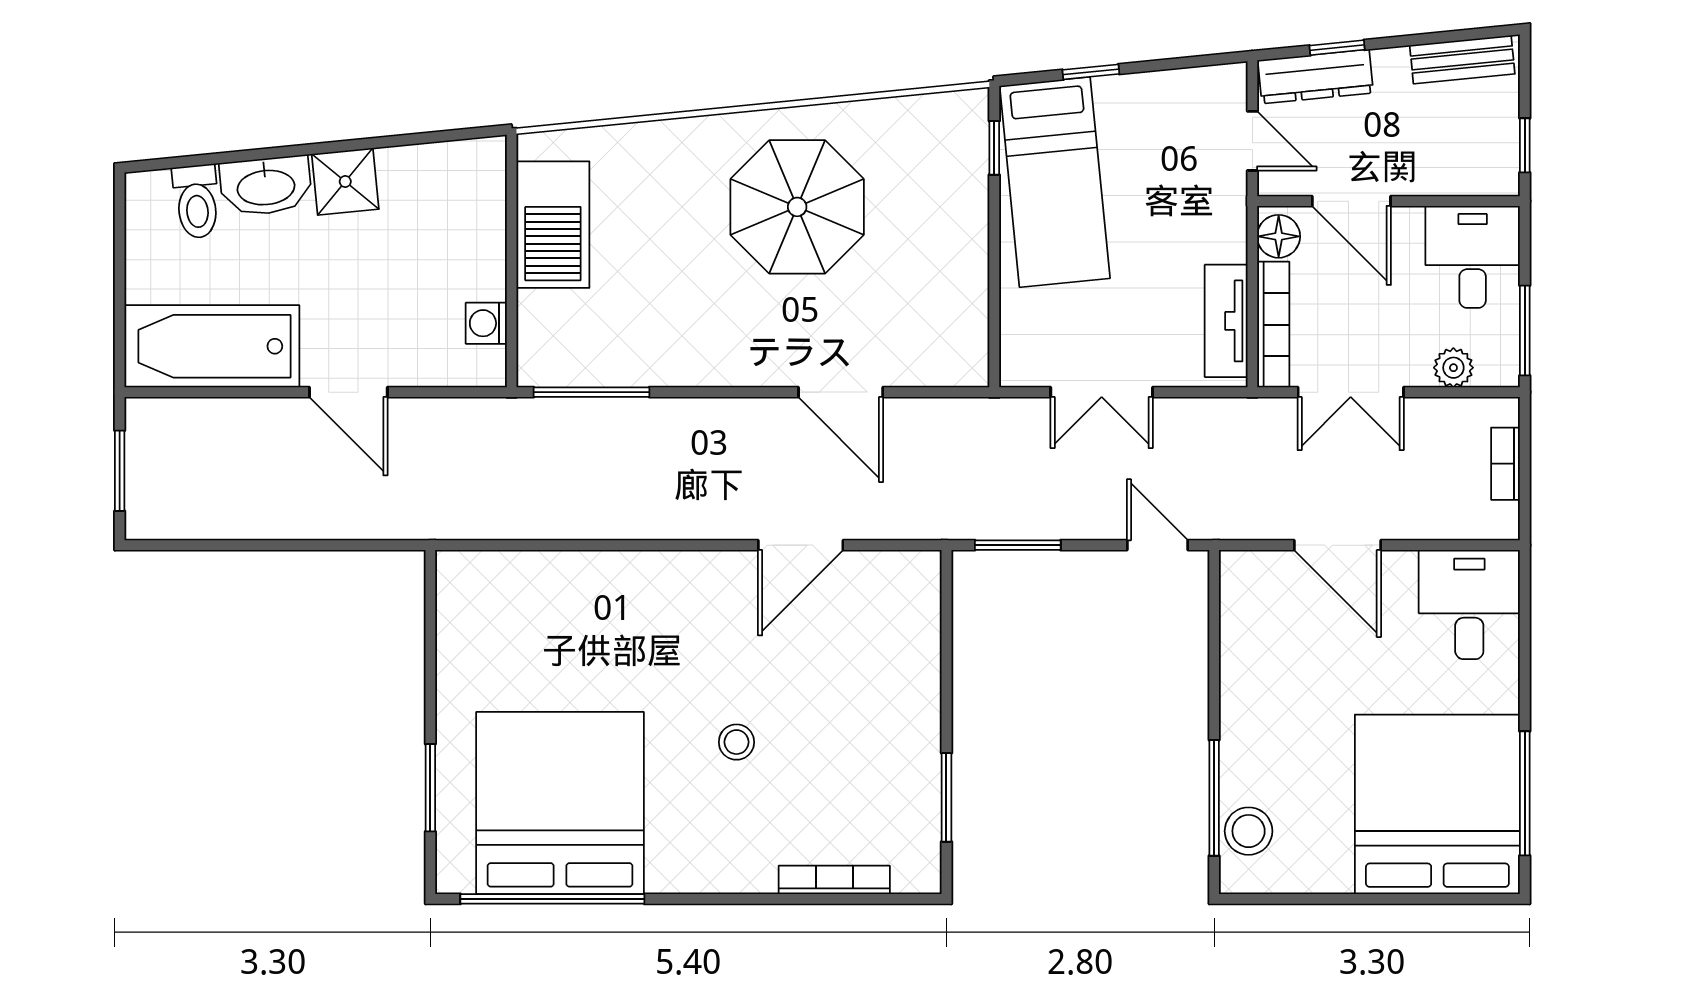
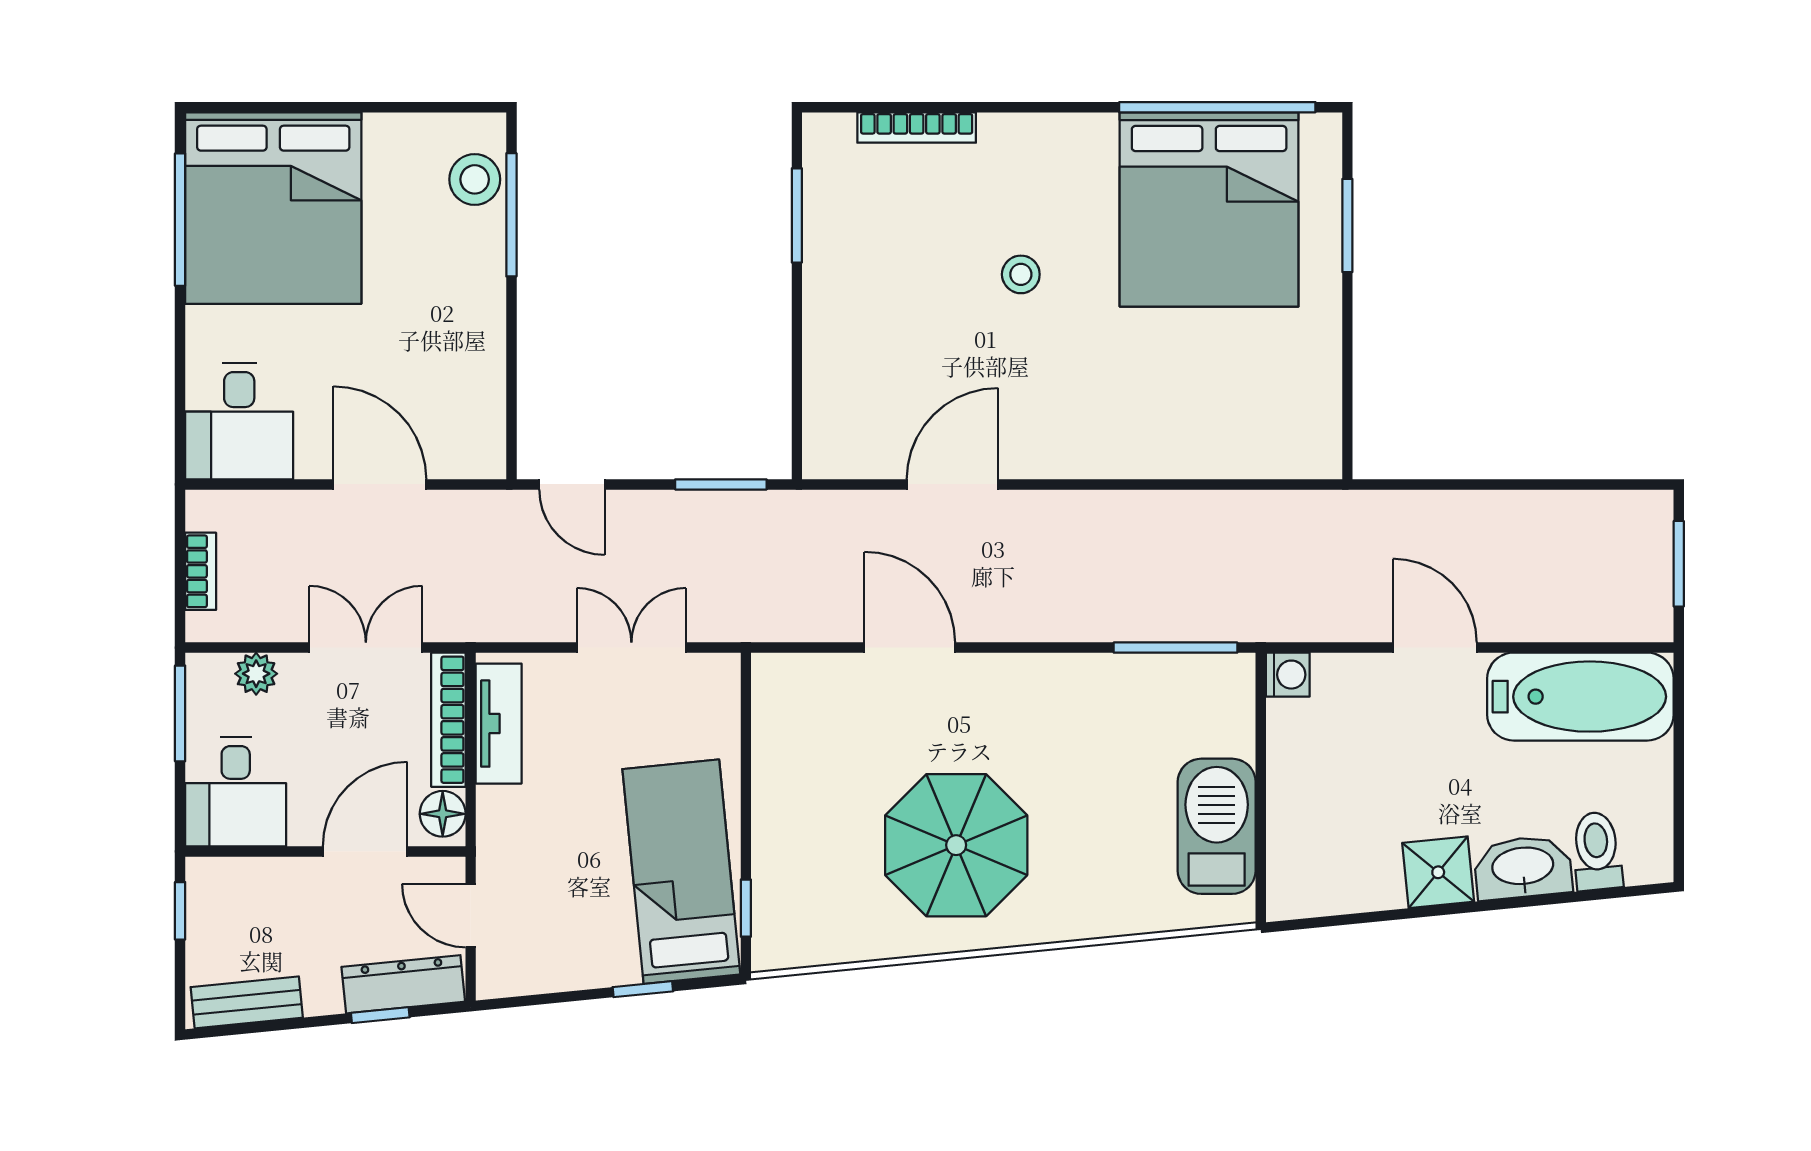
door: (1351, 201) -> (365, 851), hinge flipped
washing machine: (486, 323) -> (1288, 675), moved

